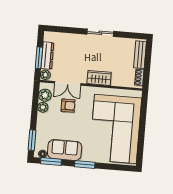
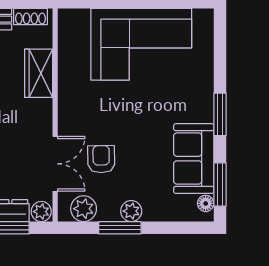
wardrobe: (99, 78) -> (39, 73), moved
plant: (43, 107) -> (131, 211), moved
corner sofa: (115, 129) -> (141, 44), width x0.73, depth x0.74
window: (32, 140) -> (120, 228), moved

